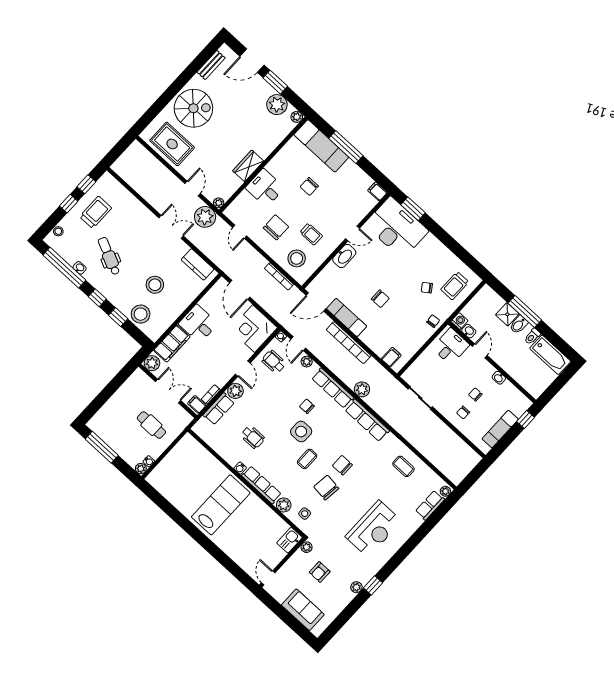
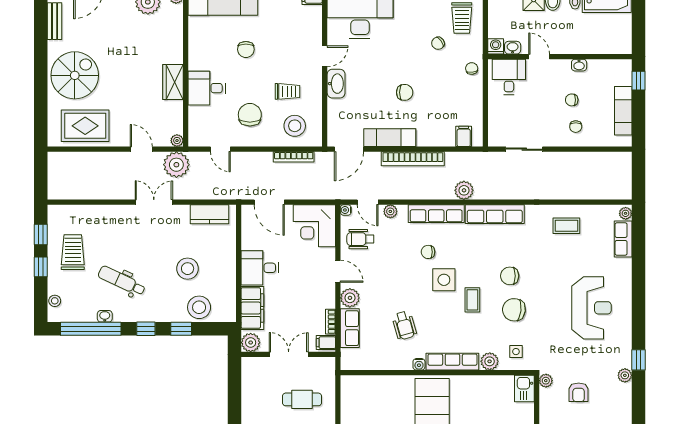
wheelchair: (253, 437) -> (404, 325), turned 74

